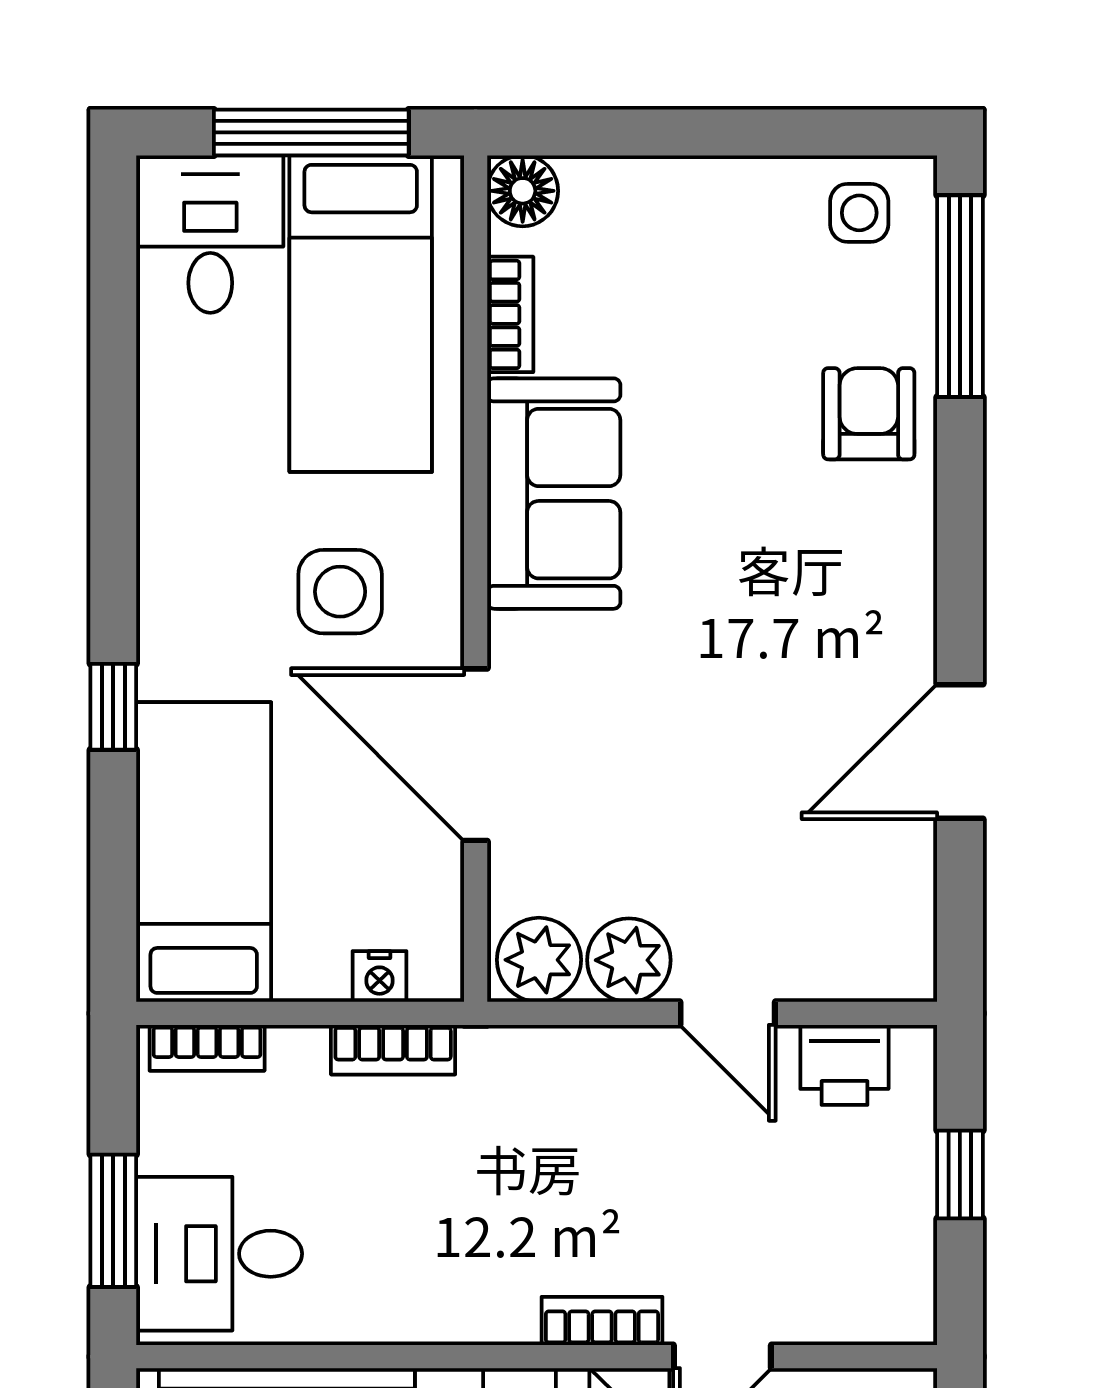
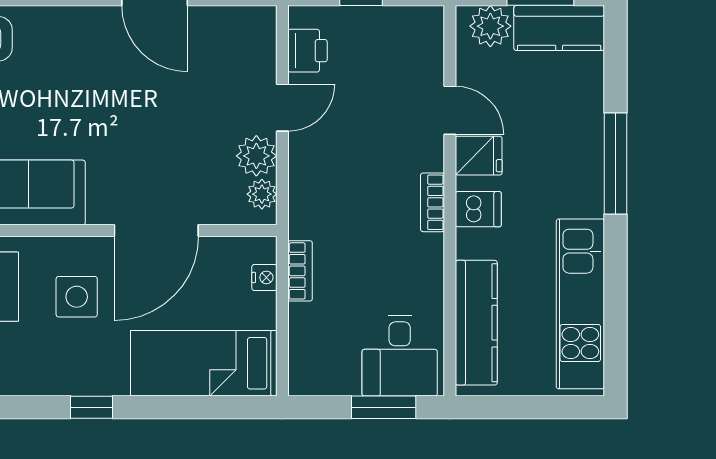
window: (113, 707) -> (91, 407), moved
plant: (539, 960) -> (262, 194), width x0.73, depth x0.73
bookcase: (207, 1048) -> (299, 362), removed
bookcase: (602, 1321) -> (432, 202), moved

